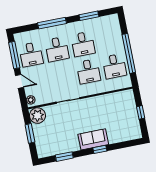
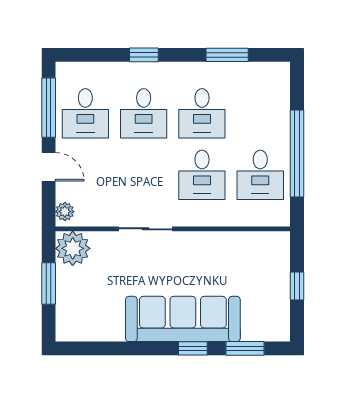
window: (52, 23) -> (144, 55), width x0.46
sofa: (93, 139) -> (183, 319), width x1.85, depth x1.27
window: (64, 157) -> (245, 348), moved

